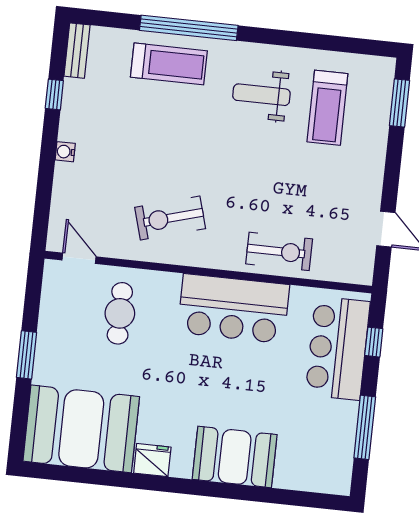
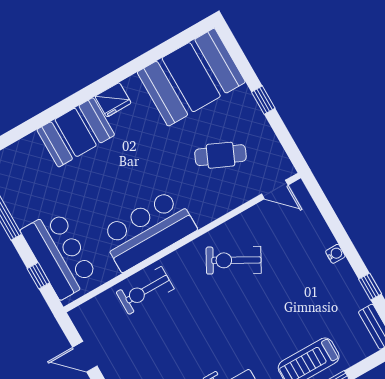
exercise bike: (170, 218) -> (234, 260), turned -135
cafe table: (120, 313) -> (220, 155), moved, turned -66
window: (26, 355) -> (263, 100), width x0.67
fridge: (152, 460) -> (113, 100), moved

